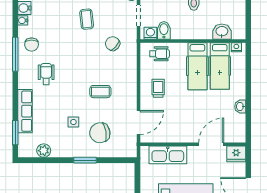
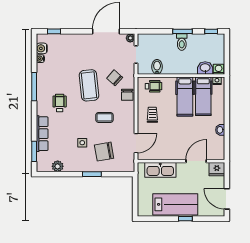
coffee table: (87, 19) -> (89, 85), moved, width x1.86, depth x1.72
washing machine: (150, 33) -> (219, 69), moved
chair: (32, 45) -> (127, 95), moved

